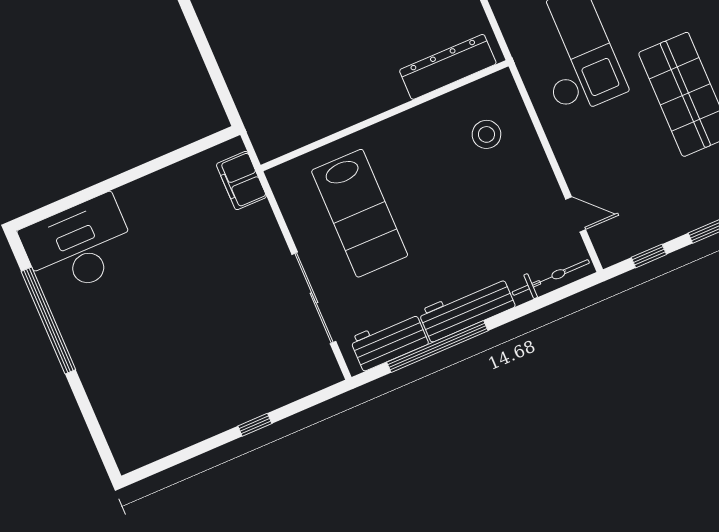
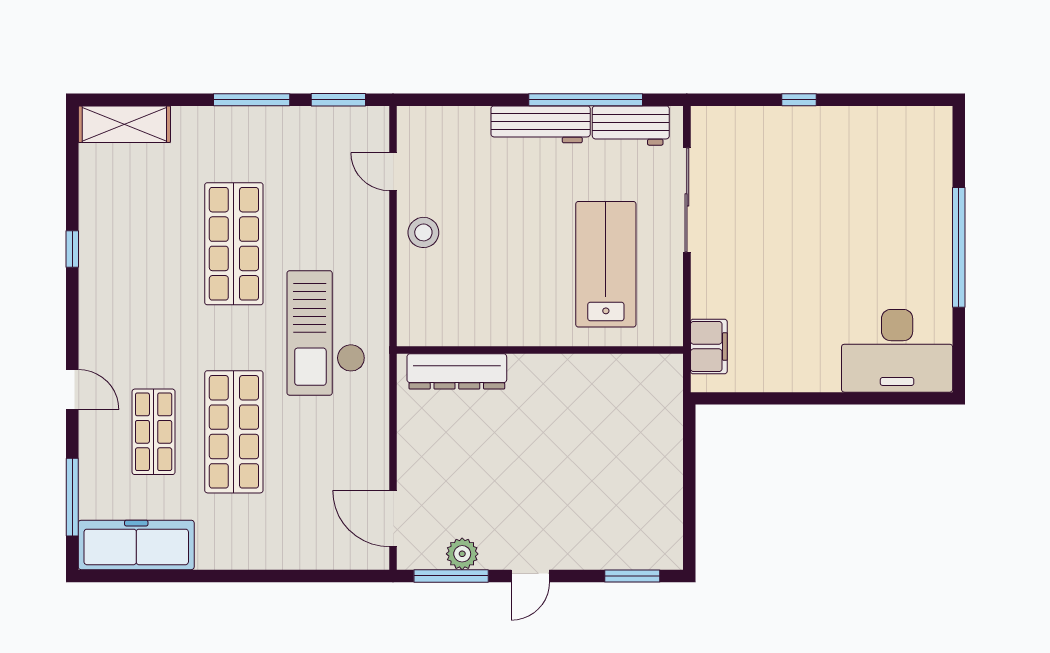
stool: (486, 134) -> (423, 232), moved
window: (649, 256) -> (338, 100), width x1.50
bicycle: (551, 277) -> (444, 120), removed
window: (48, 321) -> (959, 247), moved

